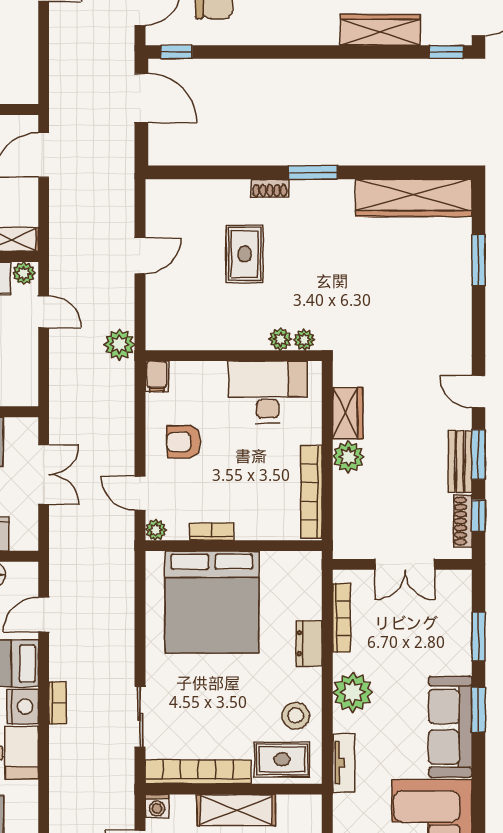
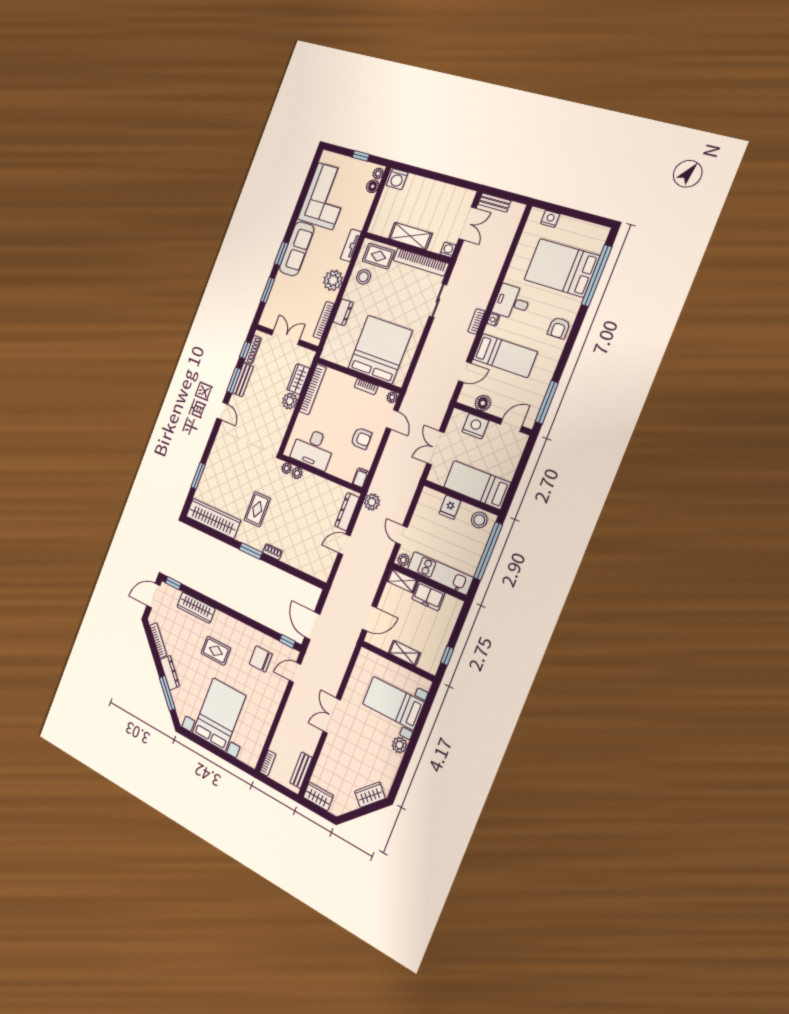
rug: (245, 254) -> (257, 509), moved
dresser: (158, 311) -> (347, 512), added
wardrobe: (348, 413) -> (298, 379), moved
nightstand: (23, 707) -> (493, 320), width x0.53, depth x0.56

